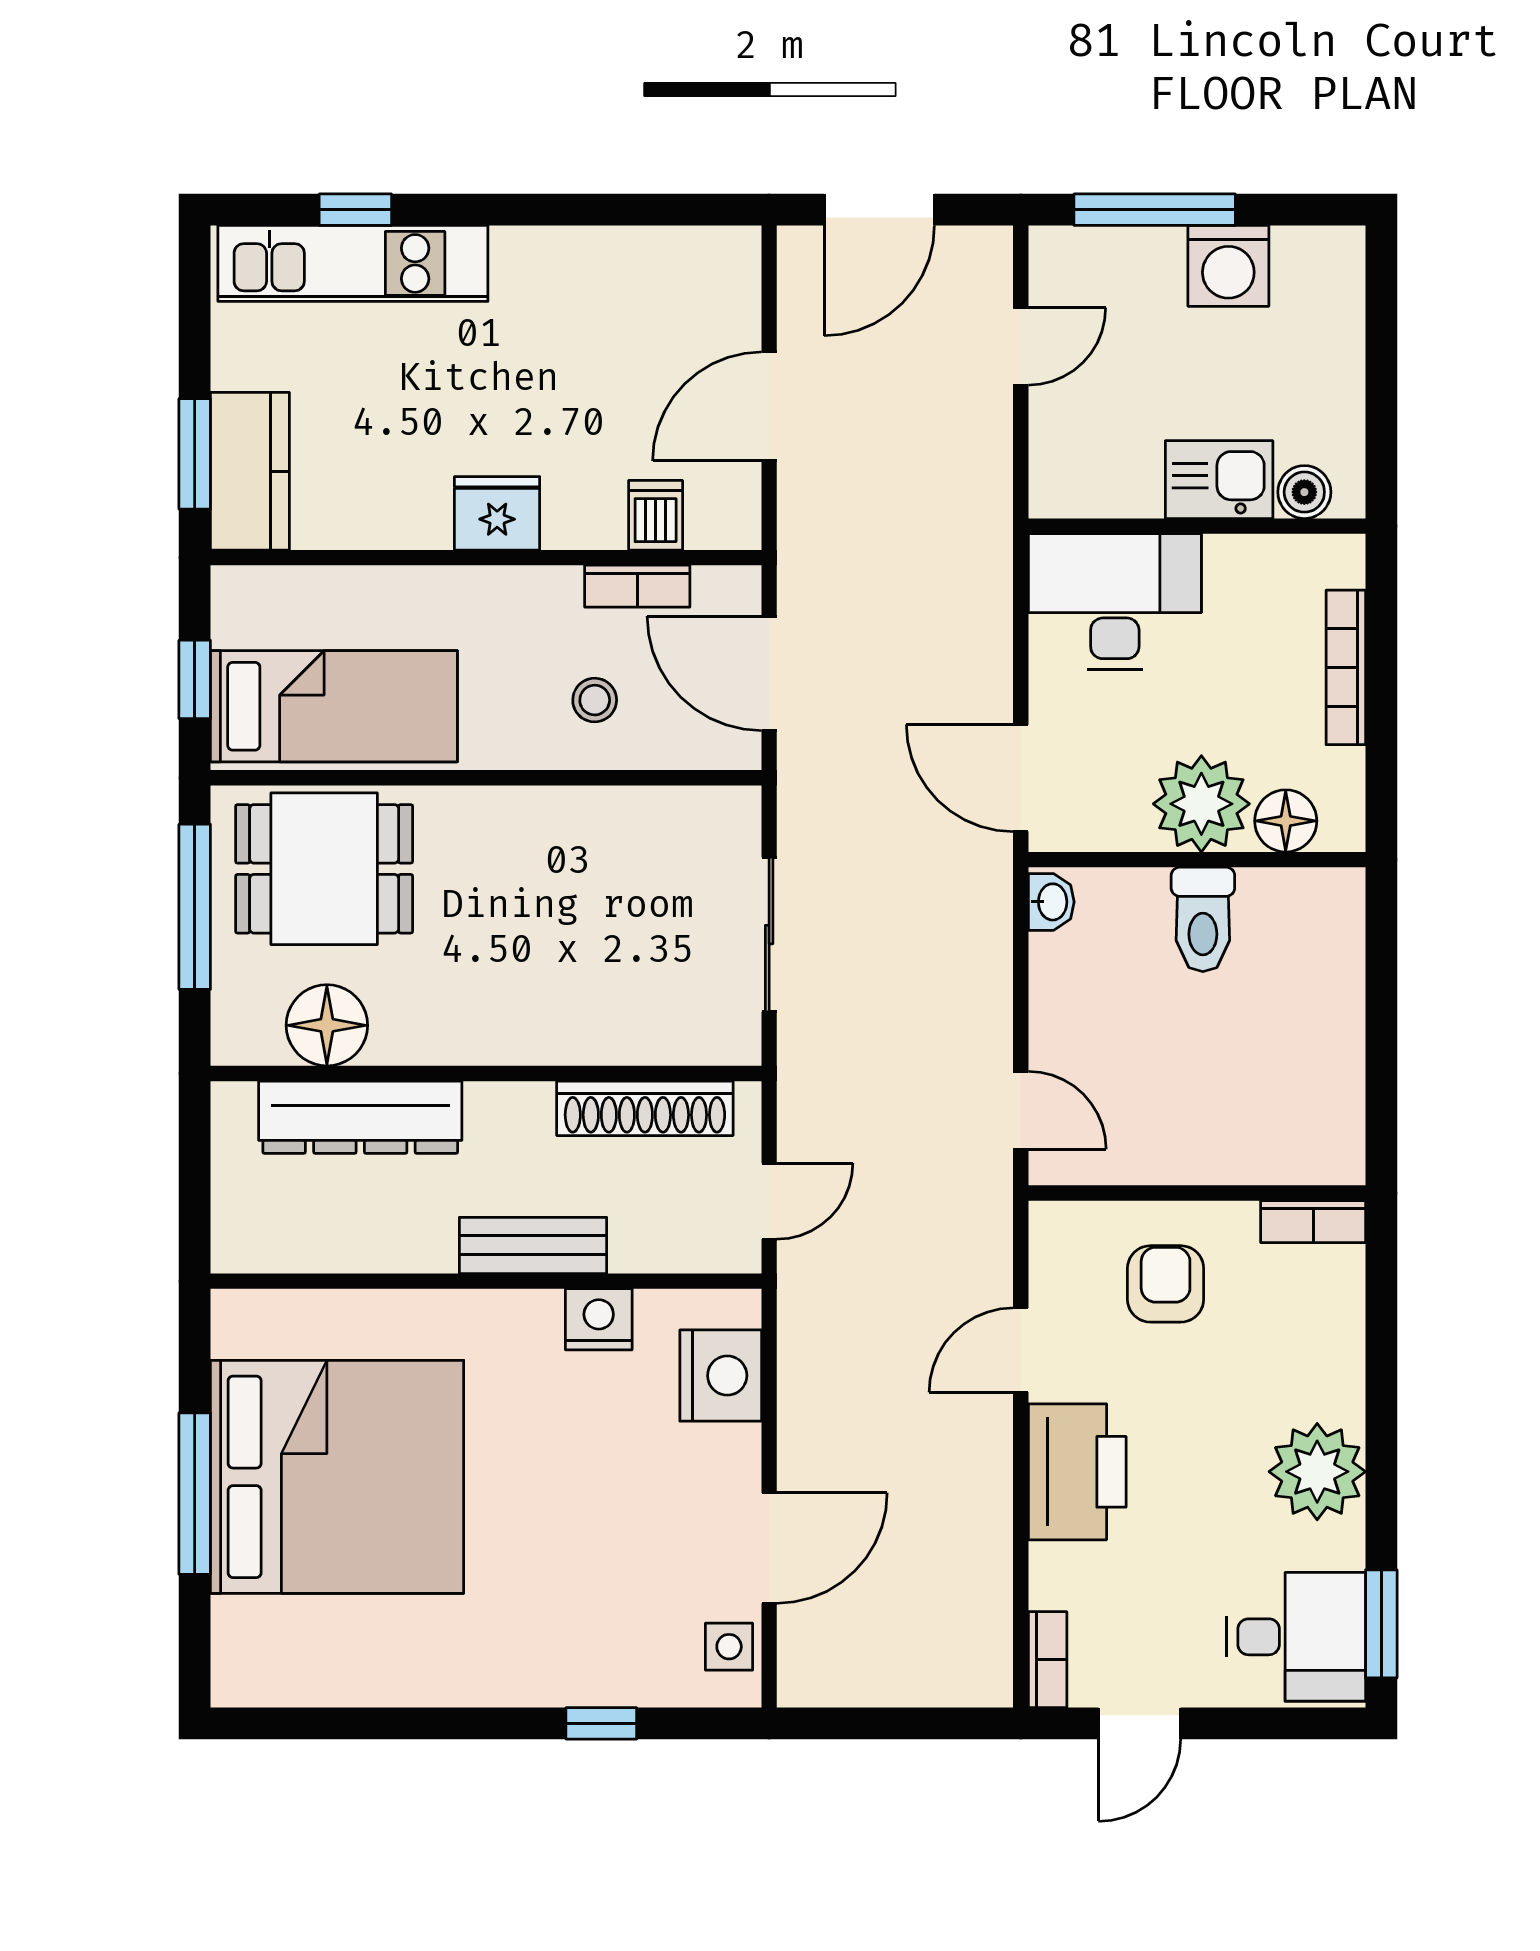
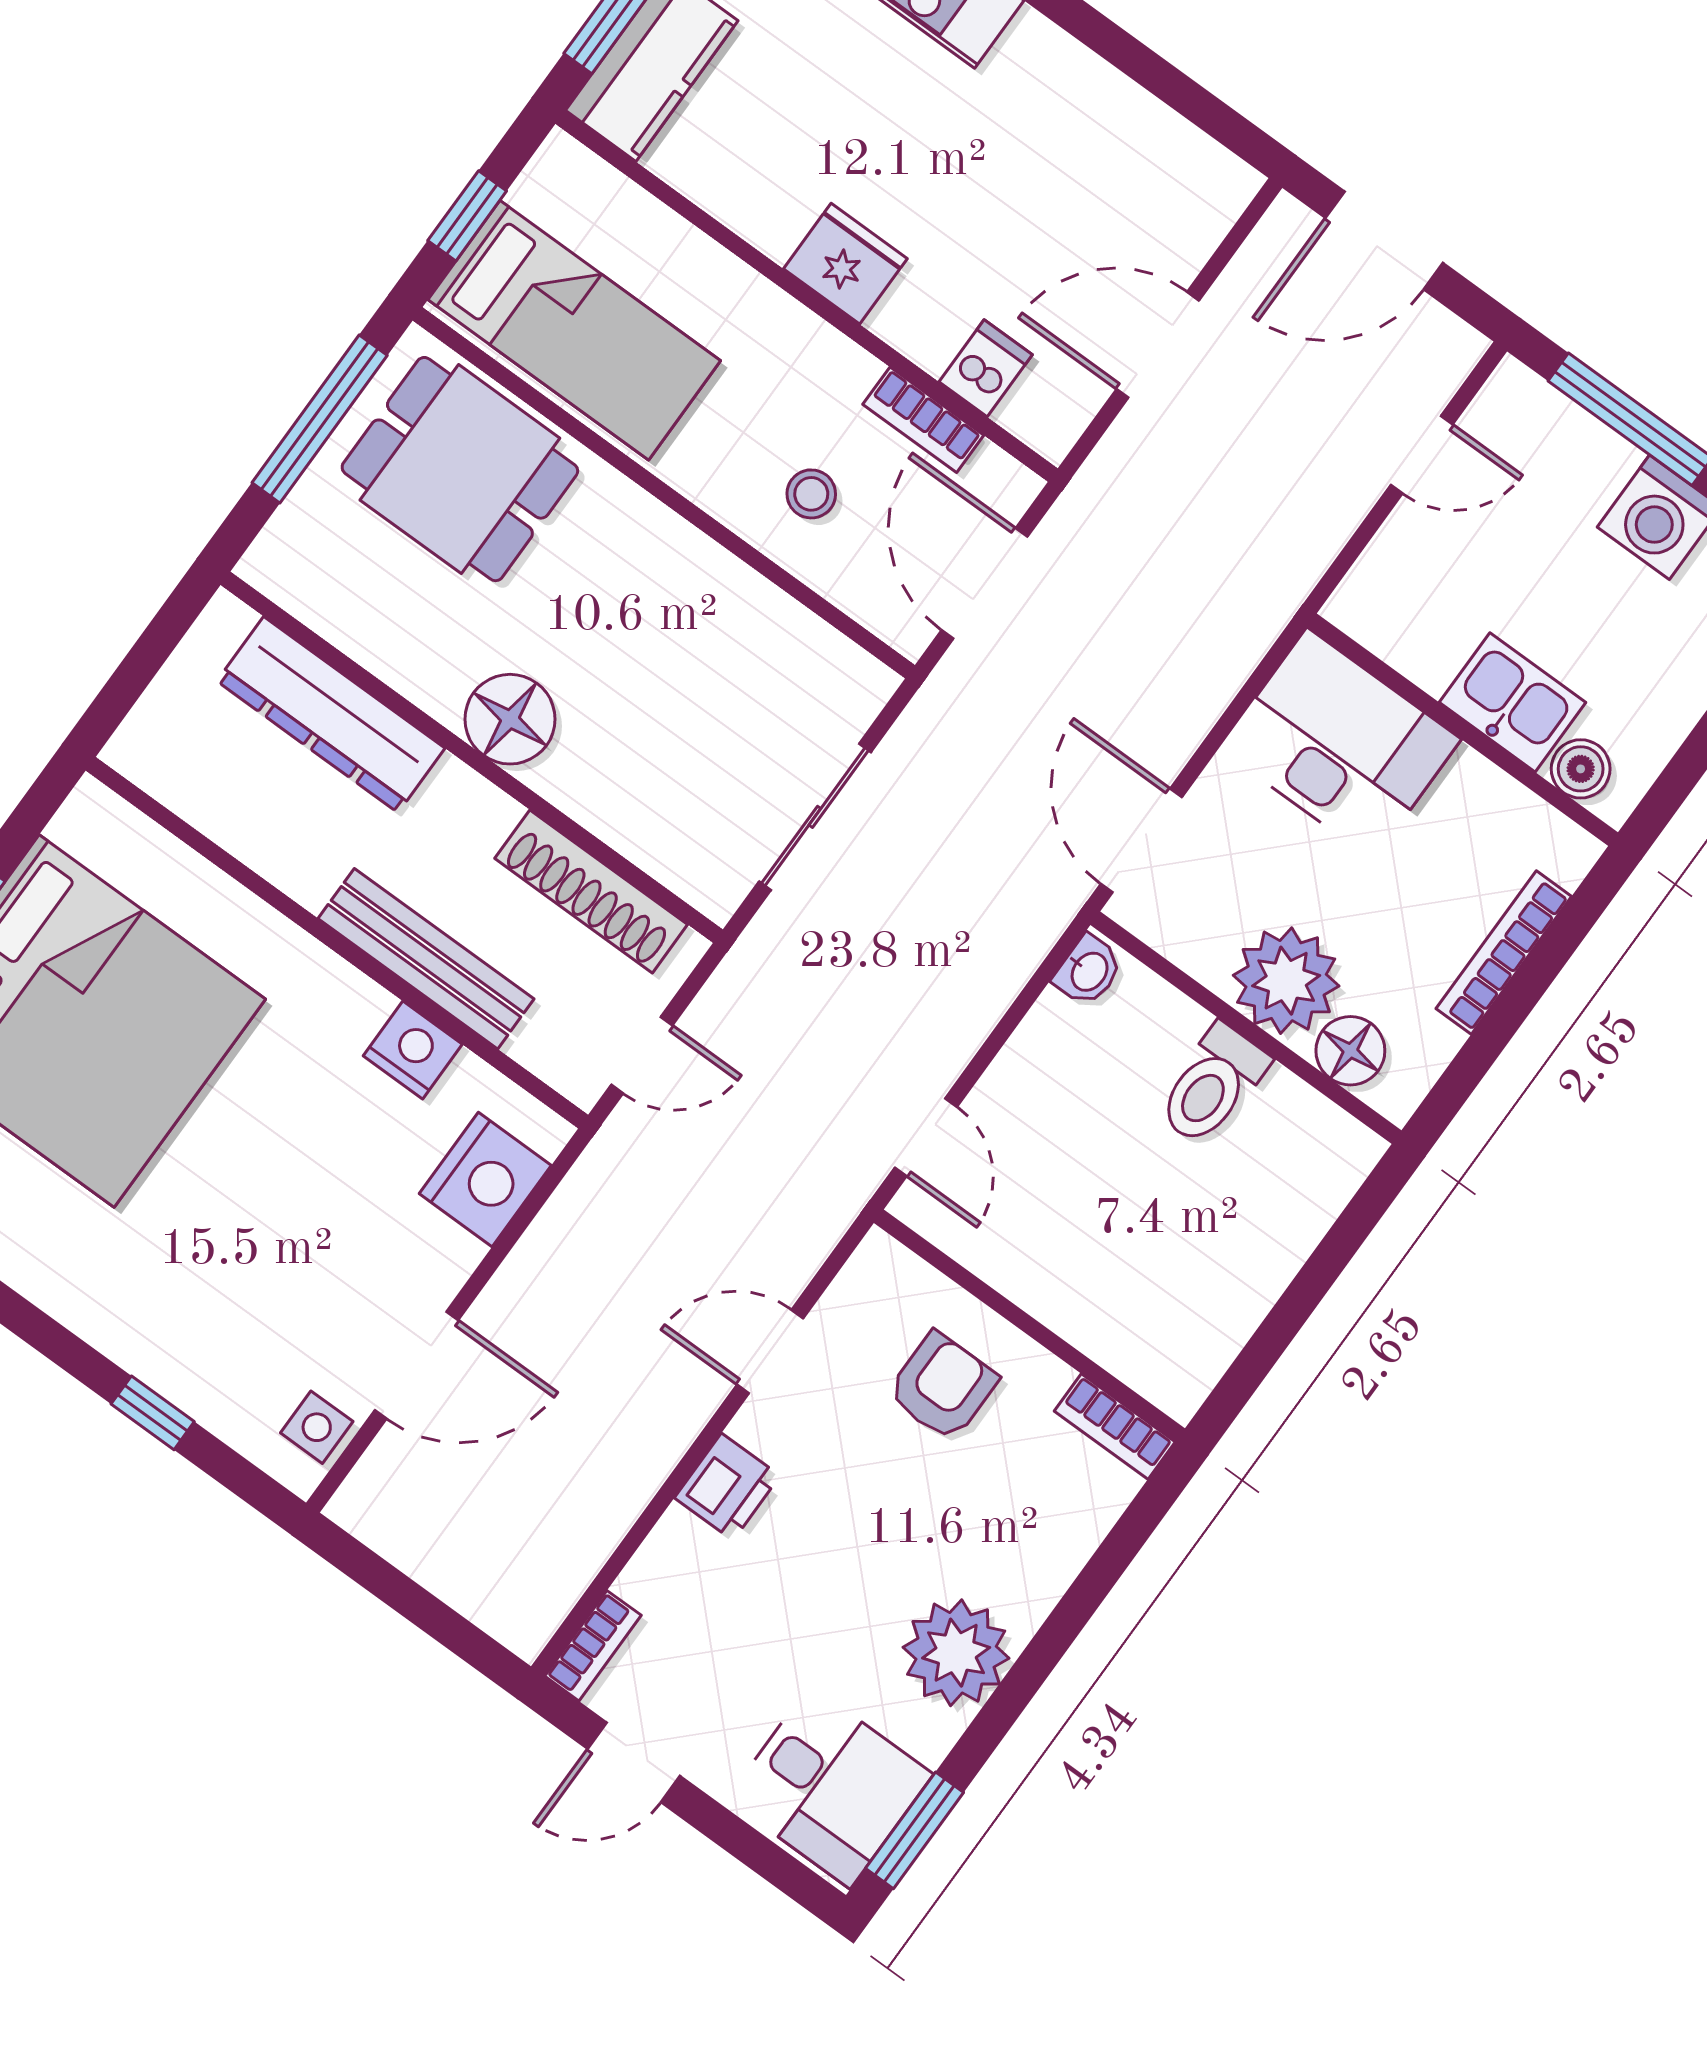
floor lamp: (327, 1025) -> (510, 719), moved
bench: (533, 1245) -> (426, 959), width x1.36
printer: (1077, 1472) -> (727, 1487), width x0.53, depth x0.68

